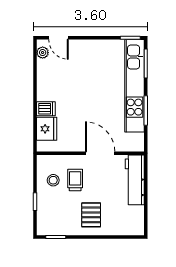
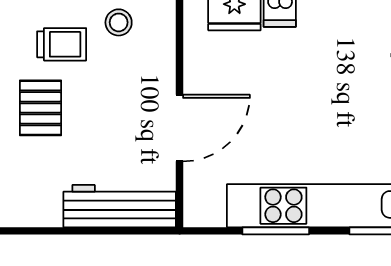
trolley: (75, 180) -> (62, 44), moved
pallet: (91, 215) -> (40, 108), turned 90

